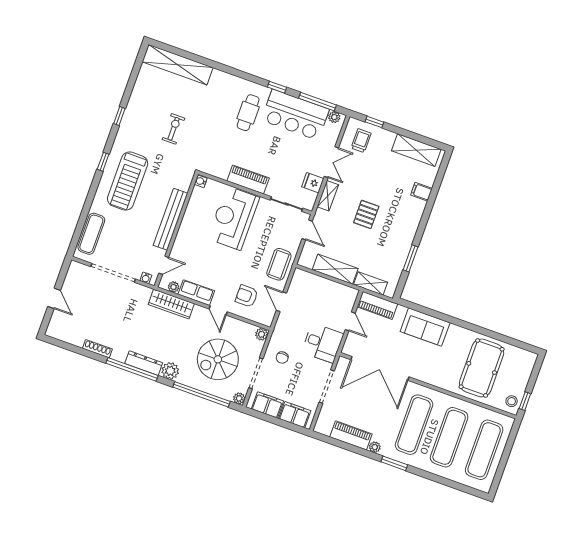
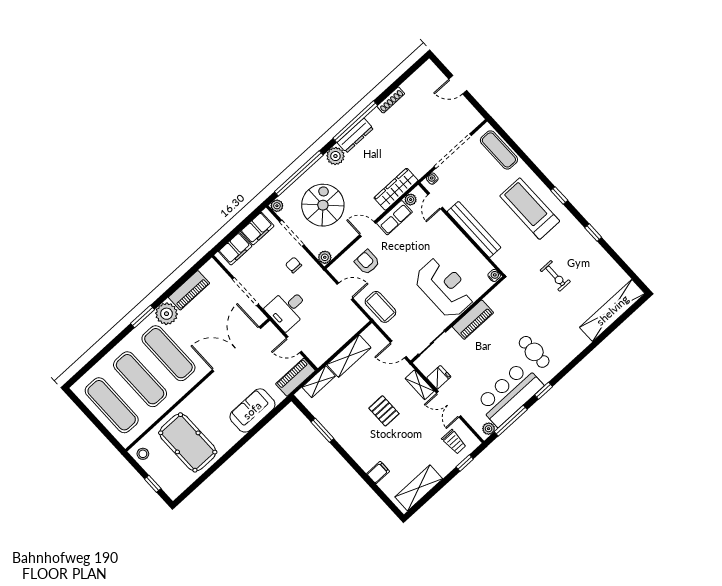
armchair: (247, 296) -> (367, 262), turned -90
window: (525, 401) -> (153, 484), moved
plant: (375, 447) -> (166, 314), width x1.87, depth x1.87

